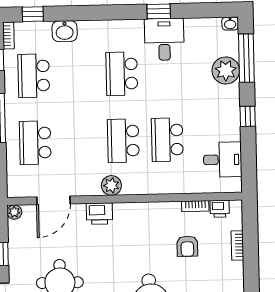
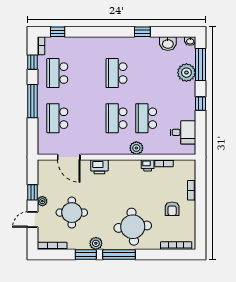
washbasin: (65, 31) -> (168, 44), moved
desk: (164, 39) -> (146, 51), removed
plant: (111, 185) -> (136, 148), moved
door: (53, 200) -> (69, 157), hinge flipped
printer: (220, 209) -> (148, 165), moved
plant: (14, 212) -> (42, 201), moved
armchair: (187, 246) -> (172, 209), moved

